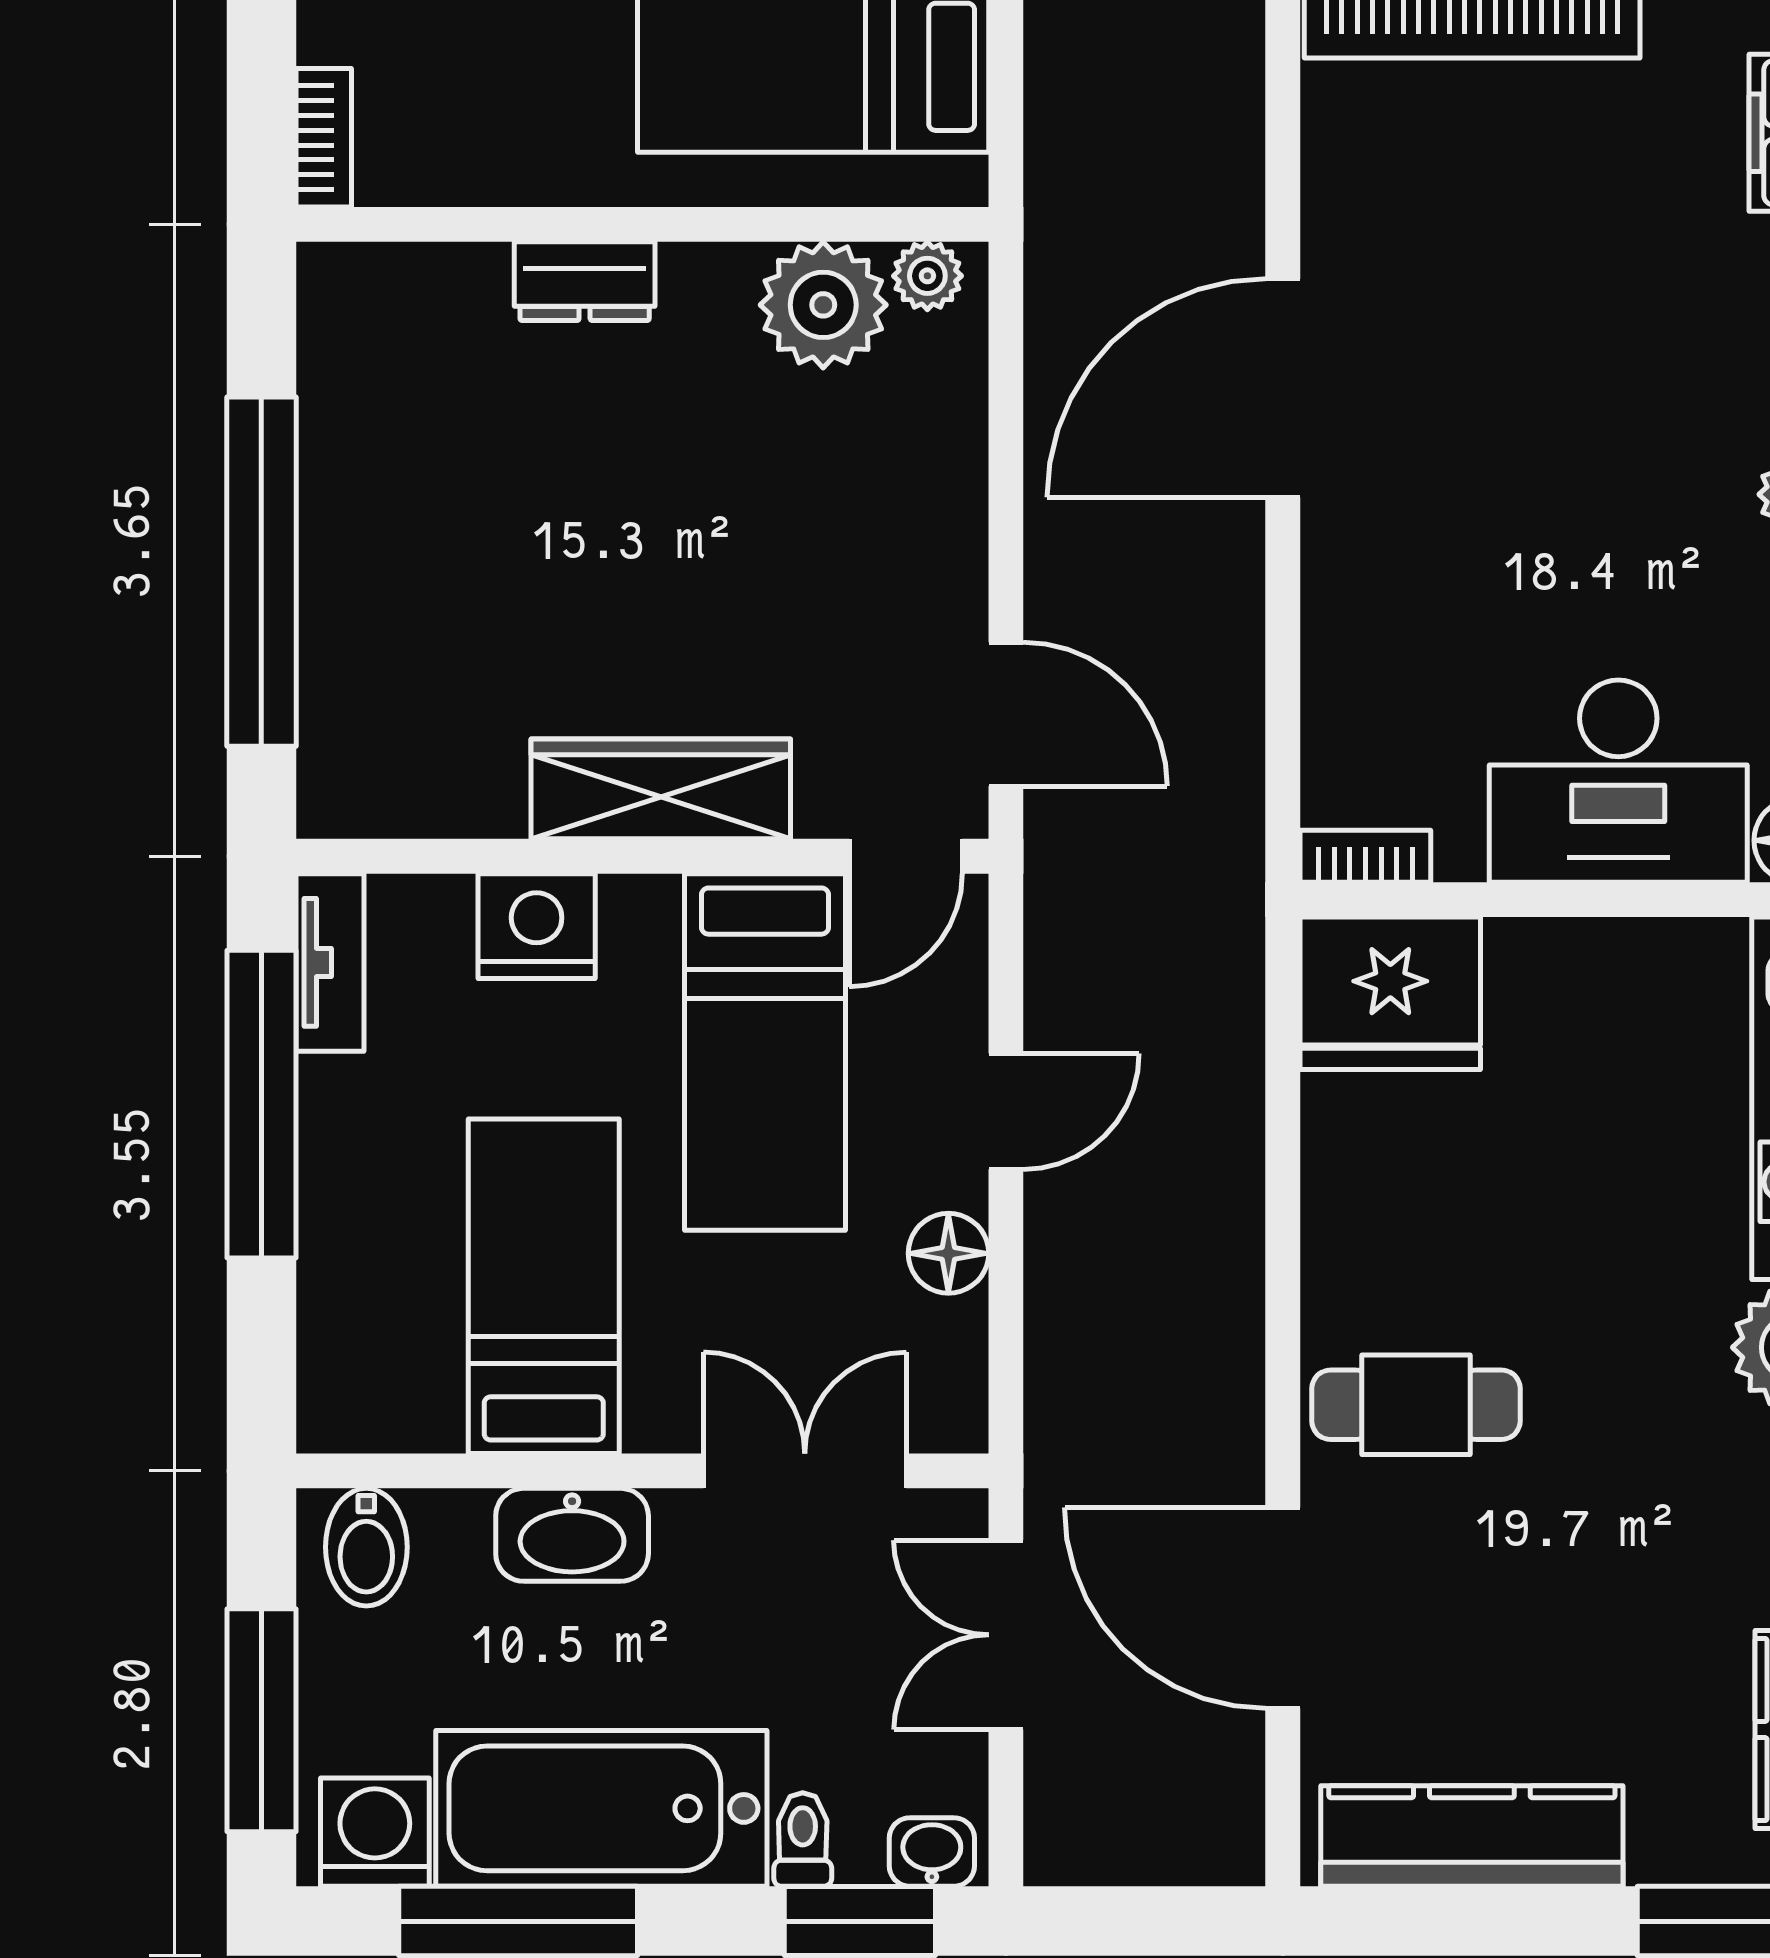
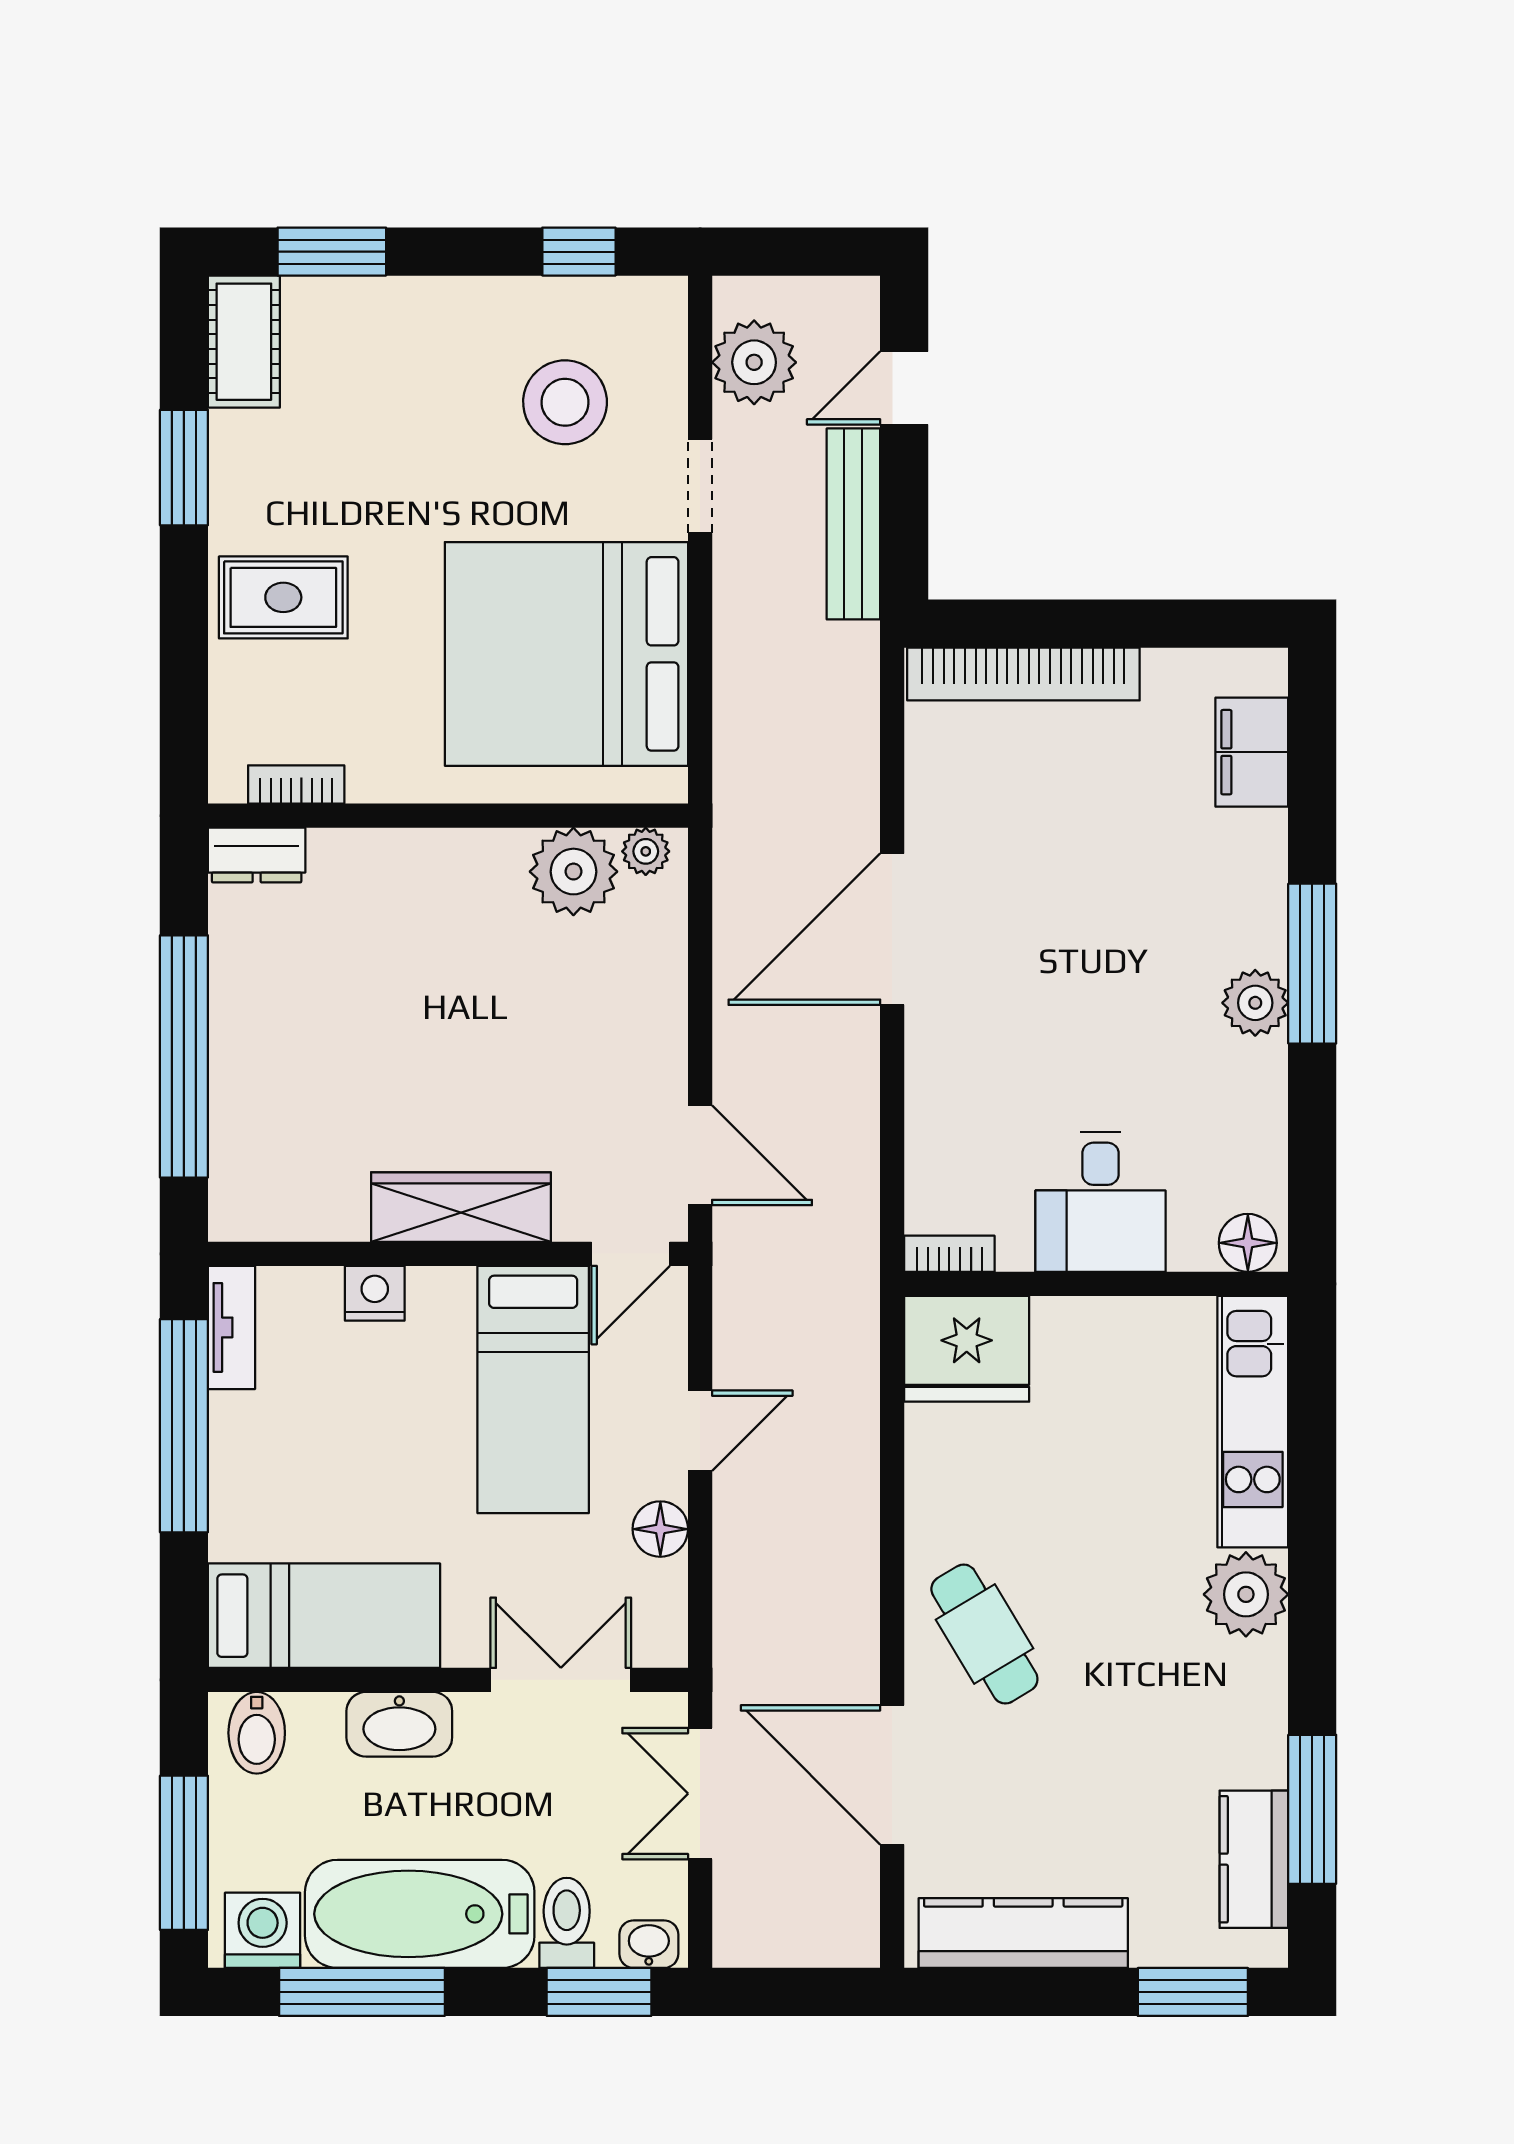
bookcase: (324, 138) -> (296, 784), moved, turned -90
dresser: (585, 281) -> (257, 855), moved
desk: (1618, 781) -> (1100, 1202), width x0.73
nightstand: (537, 926) -> (375, 1293), width x0.74, depth x0.75
bed: (544, 1286) -> (324, 1616), moved, turned 90
cafe table: (1416, 1405) -> (984, 1634), turned 59
toilet: (803, 1839) -> (567, 1923), width x1.37, depth x1.39

